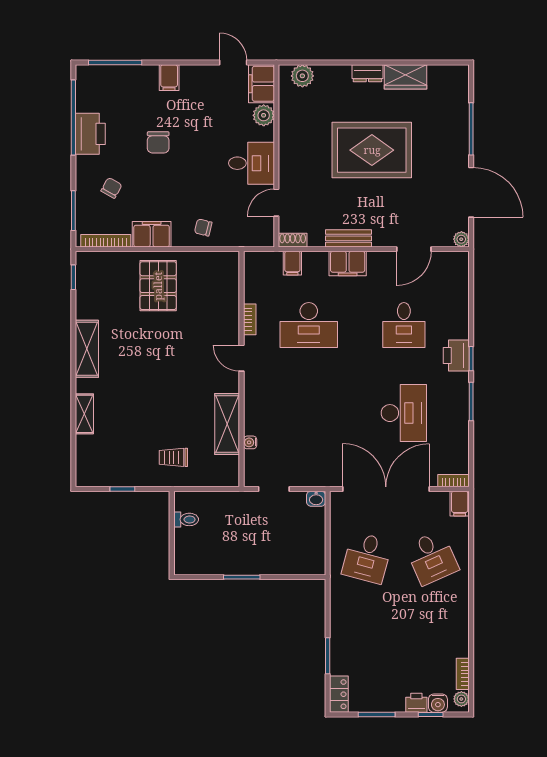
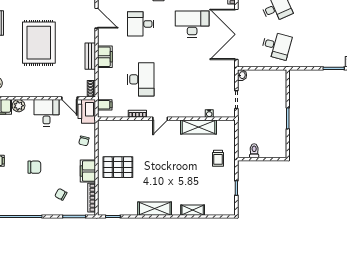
printer: (90, 134) -> (87, 111), moved, turned -90
filing cabinet: (292, 263) -> (105, 105), moved
desk: (404, 325) -> (141, 24), turned 180

